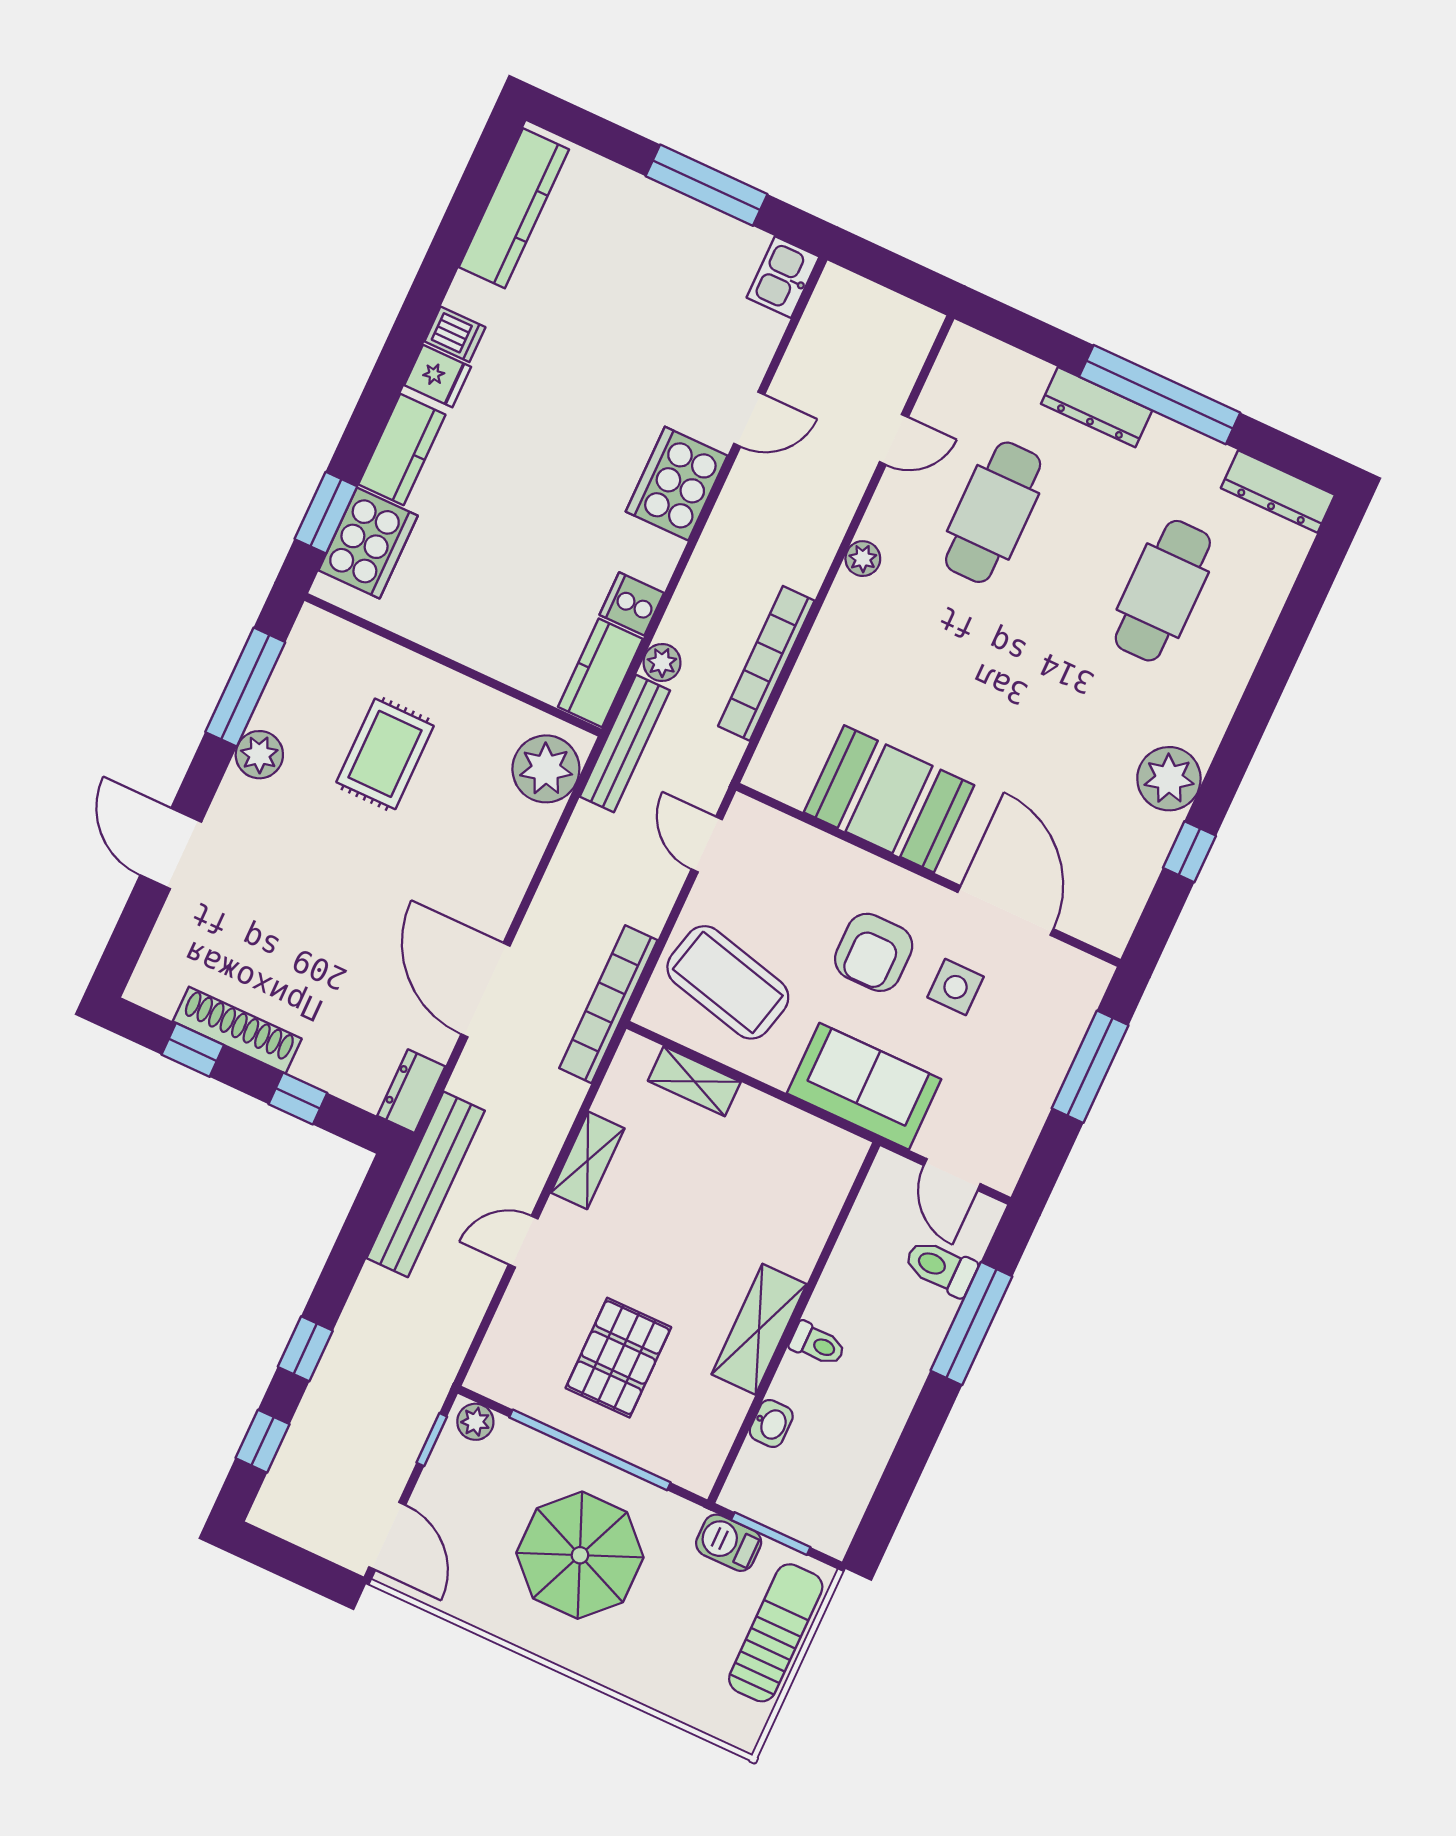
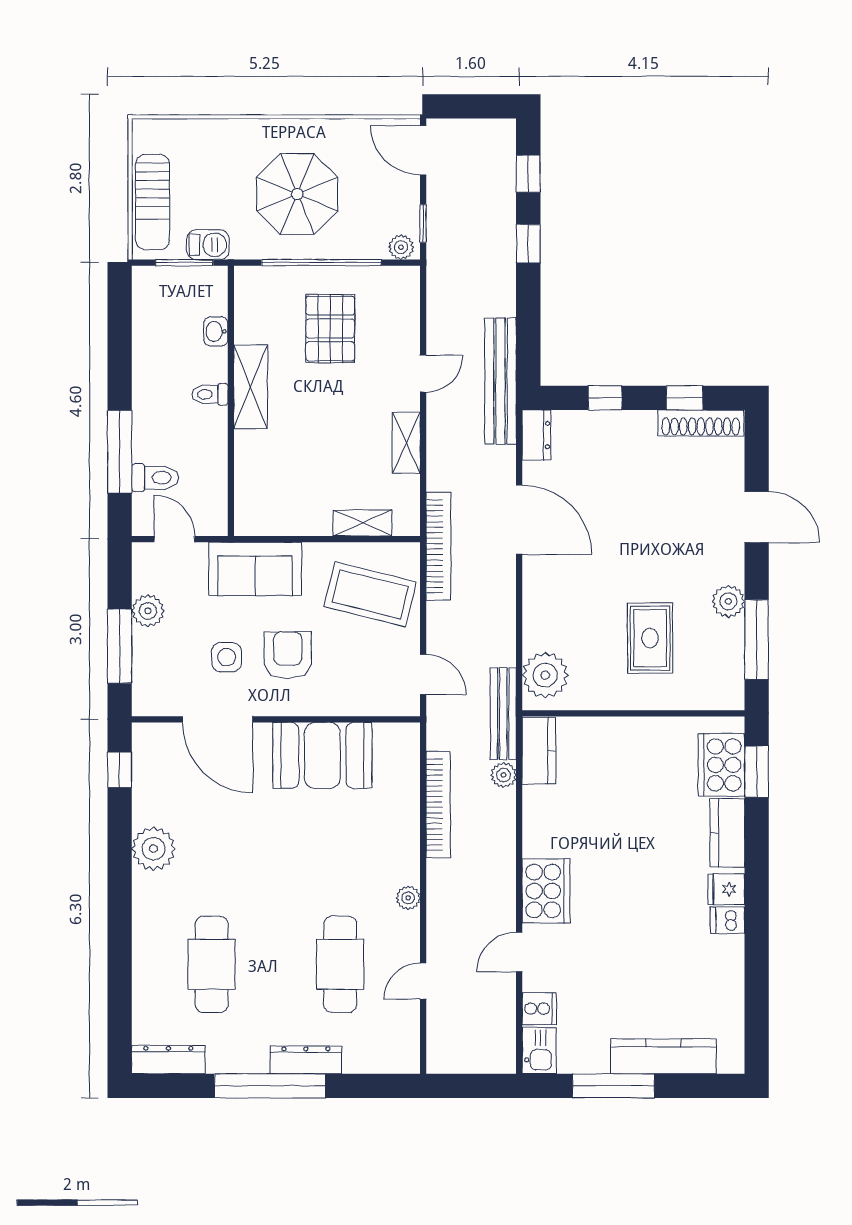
kitchen counter: (514, 208) -> (664, 1056), moved, turned 90
cooker: (632, 604) -> (539, 1009), moved
window: (1189, 852) -> (120, 770), moved
shoe rack: (237, 1030) -> (701, 423), moved
plant: (1031, 1096) -> (148, 611), added

